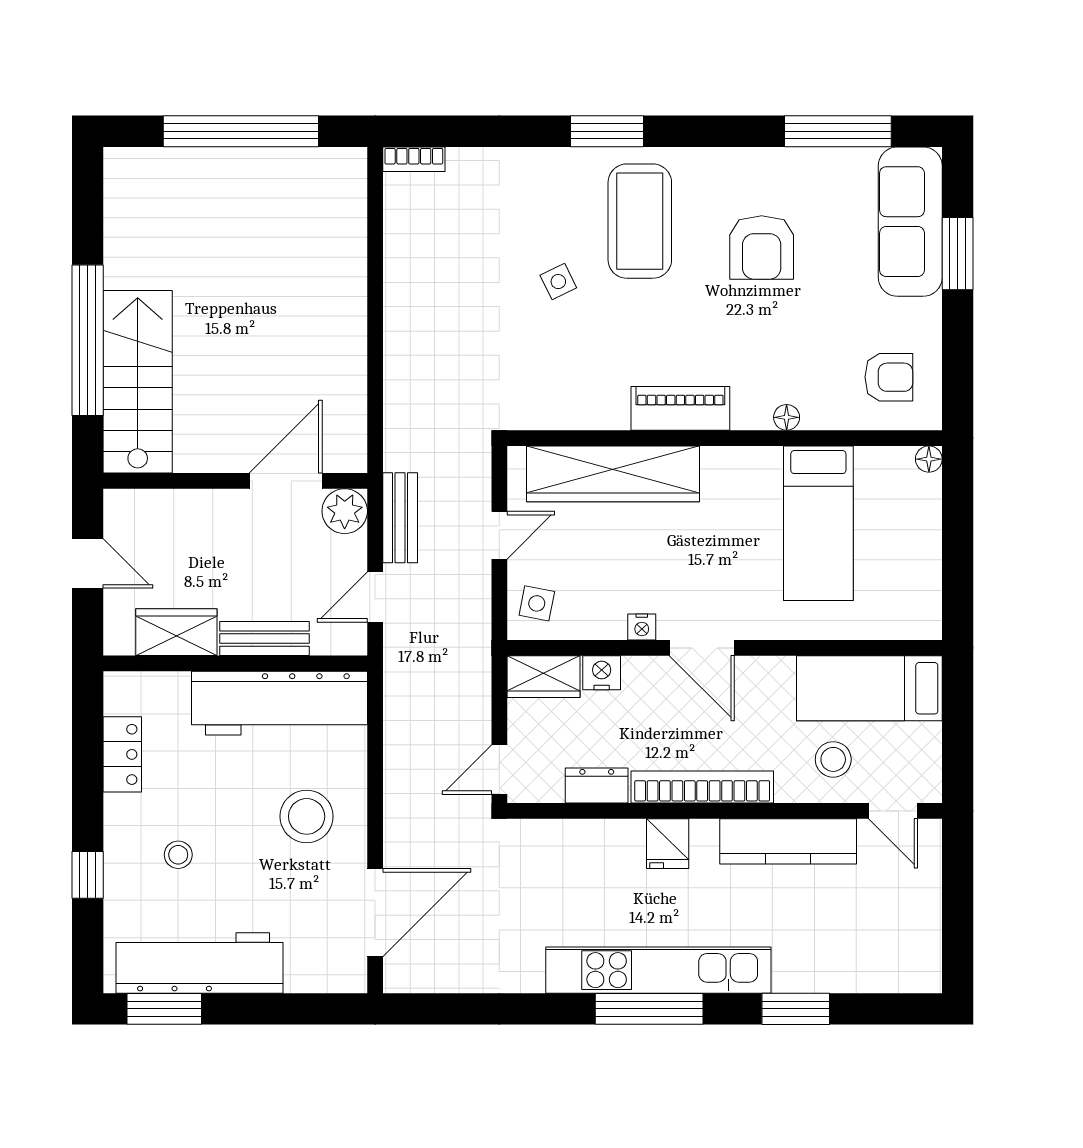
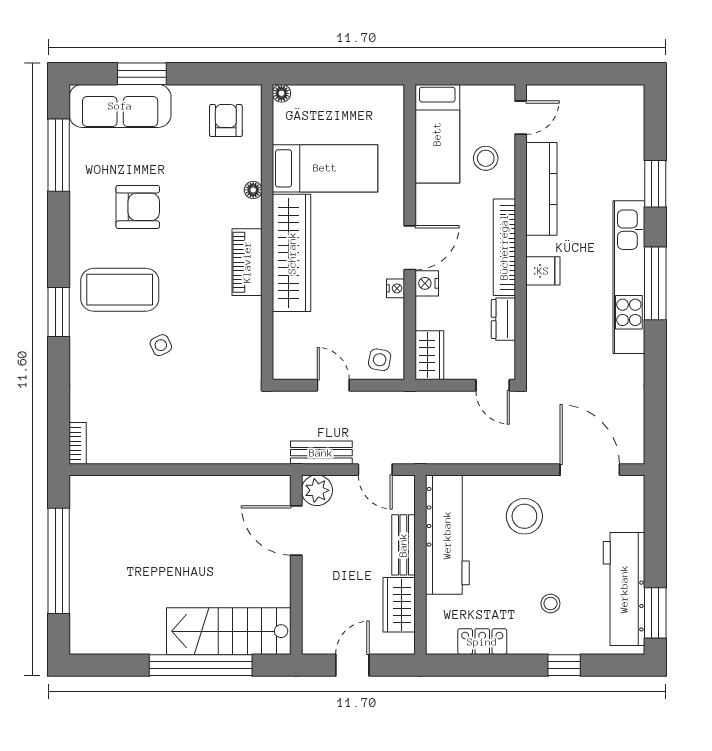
wardrobe: (613, 474) -> (292, 253), moved
nightstand: (602, 673) -> (427, 283), moved

